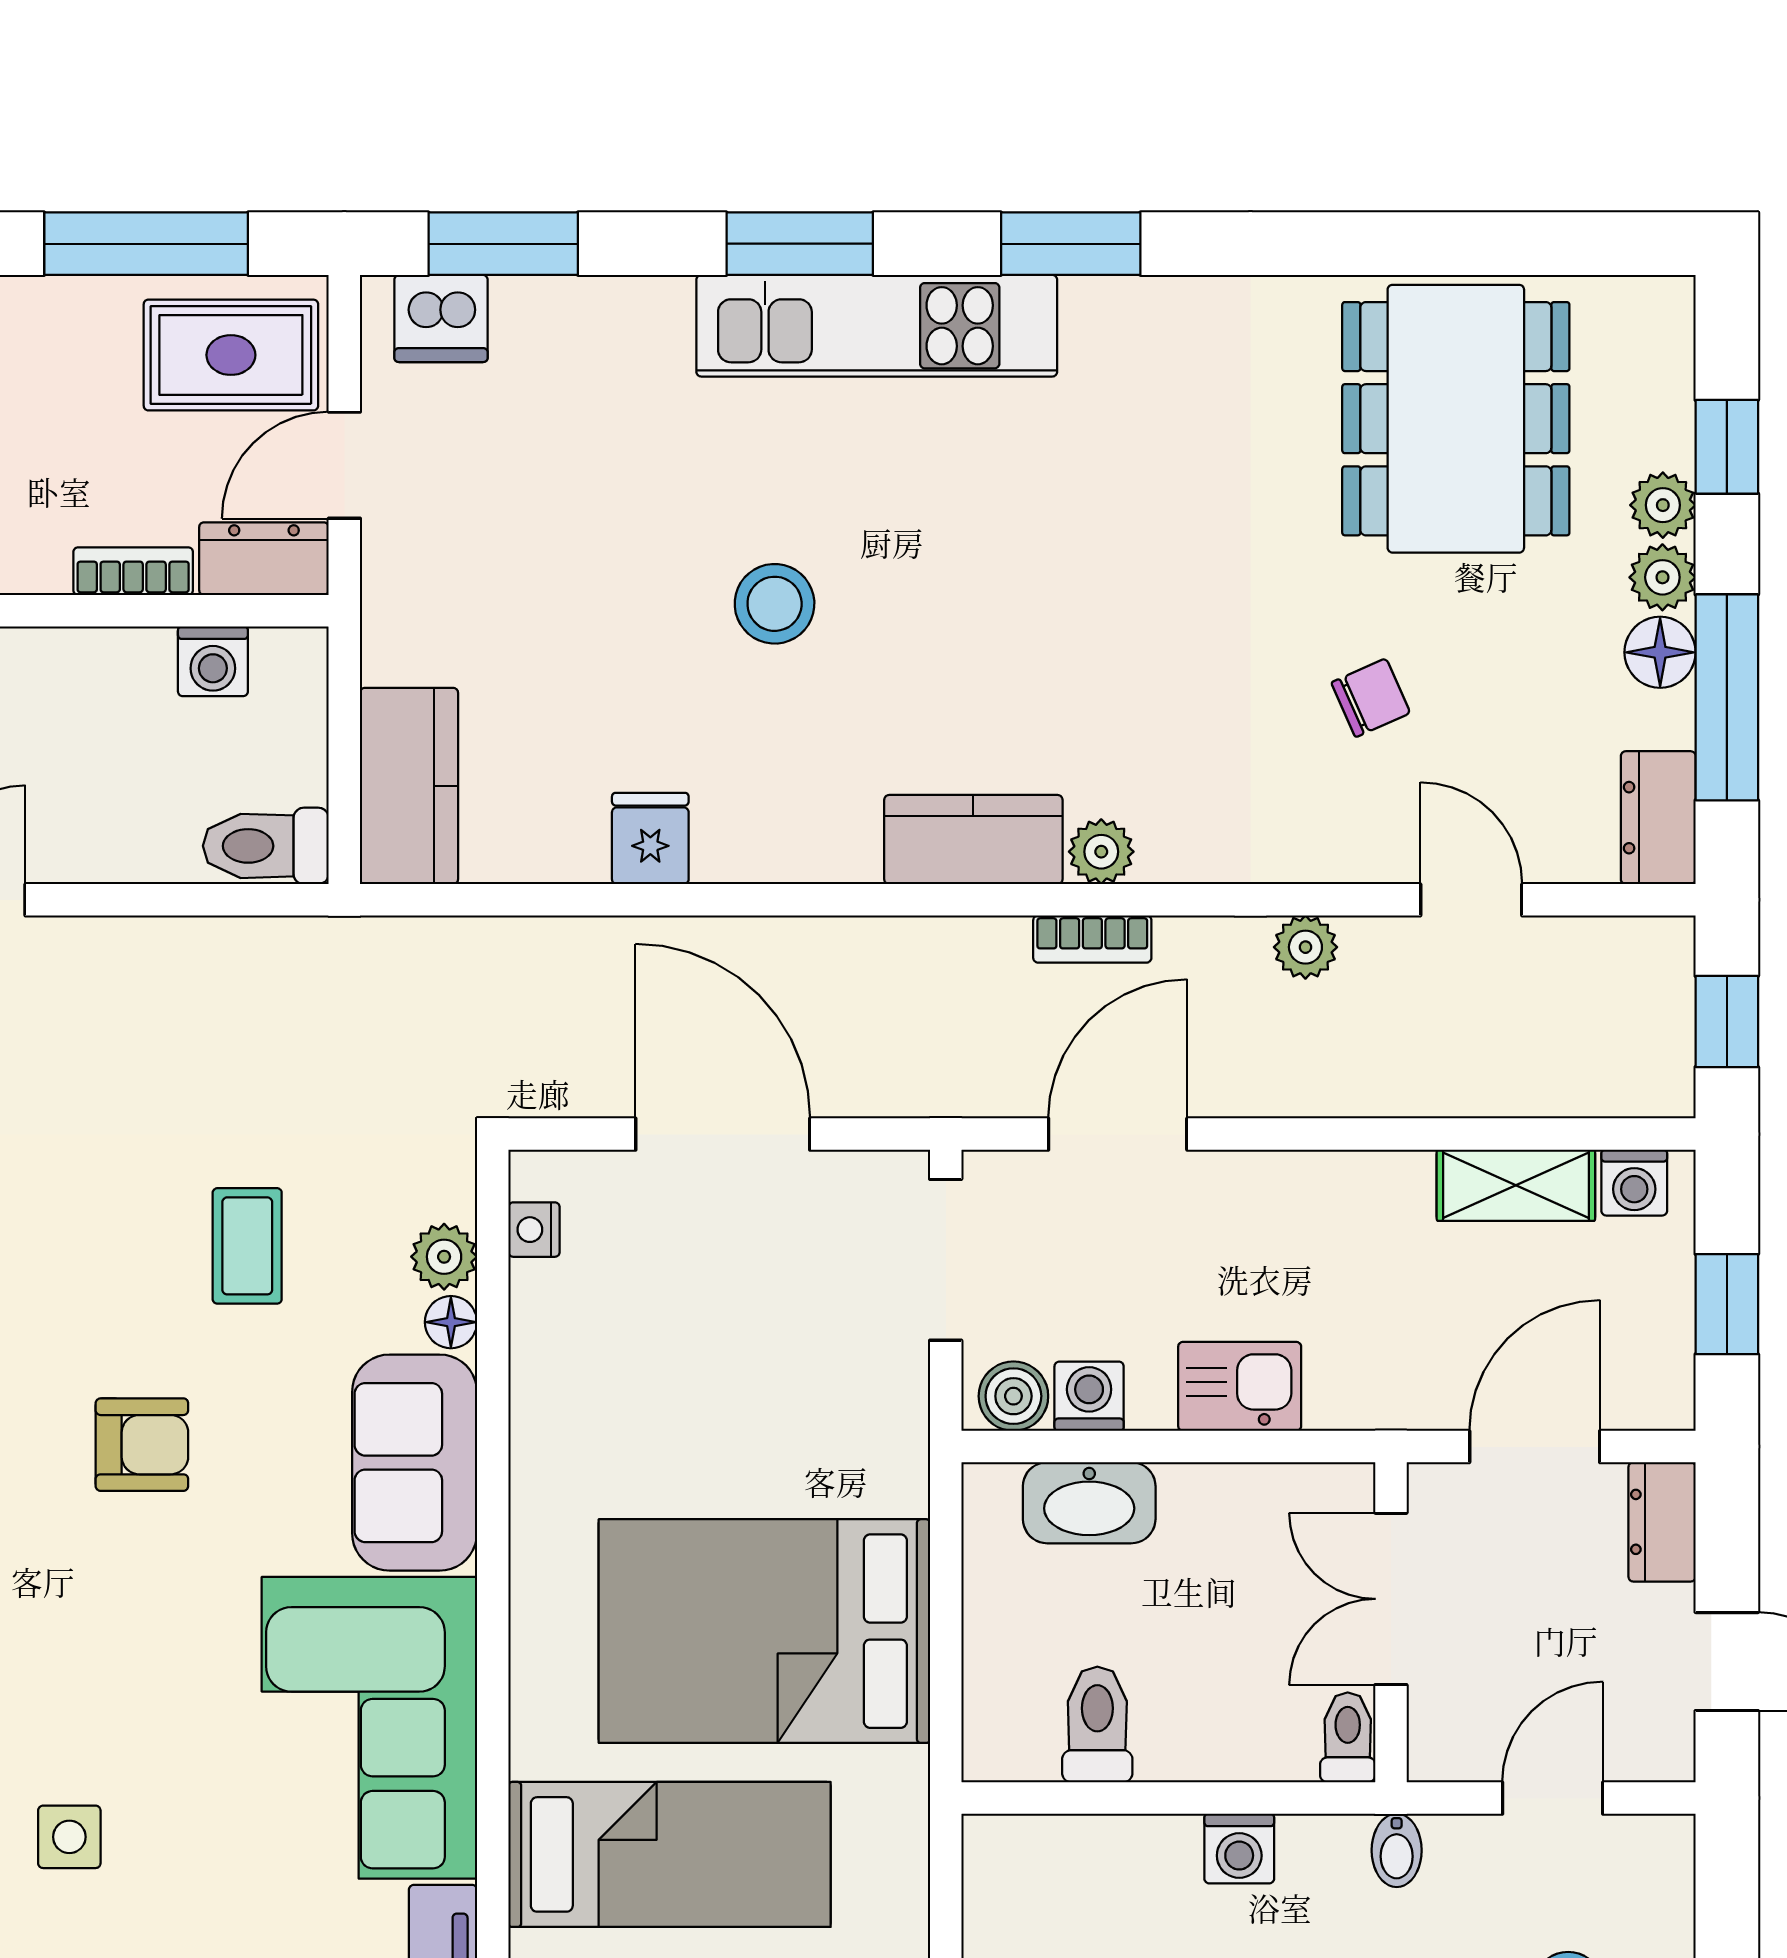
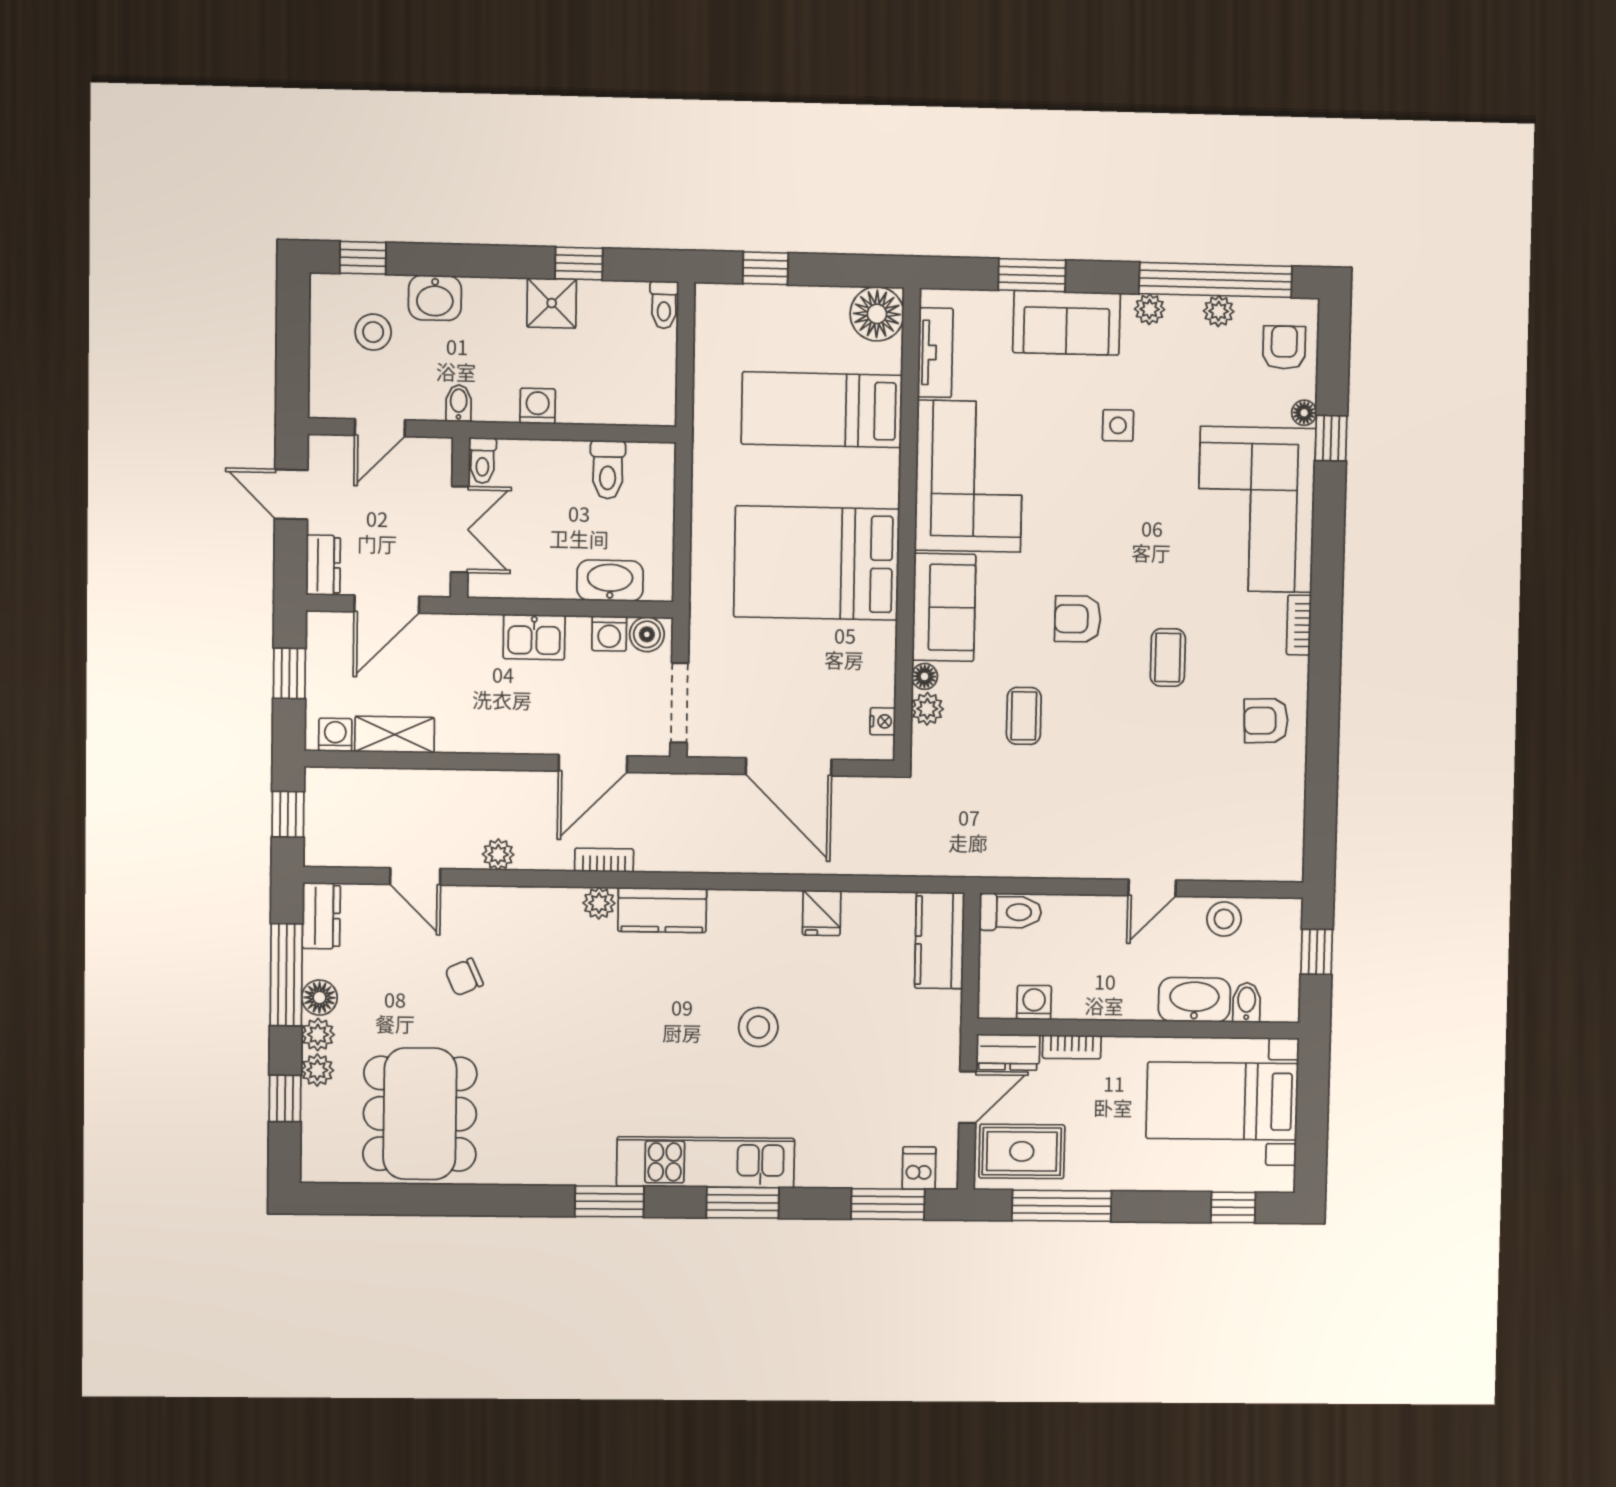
dishwasher: (441, 318) -> (919, 1168), width x0.73
bed: (764, 1631) -> (817, 563), moved, turned 180

